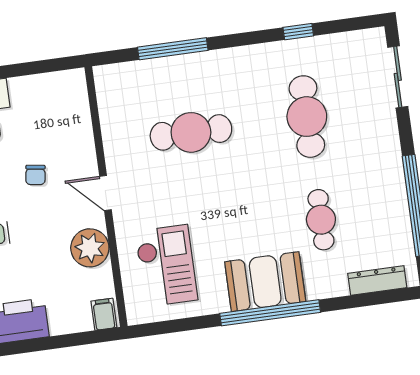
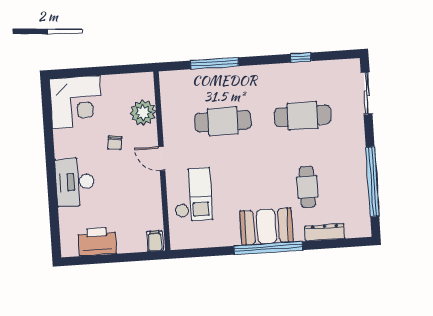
cafe table: (307, 117) -> (303, 116), turned 90
plant: (90, 248) -> (143, 113), moved
checkout: (166, 266) -> (193, 195), moved
dresser: (377, 280) -> (325, 232), moved

